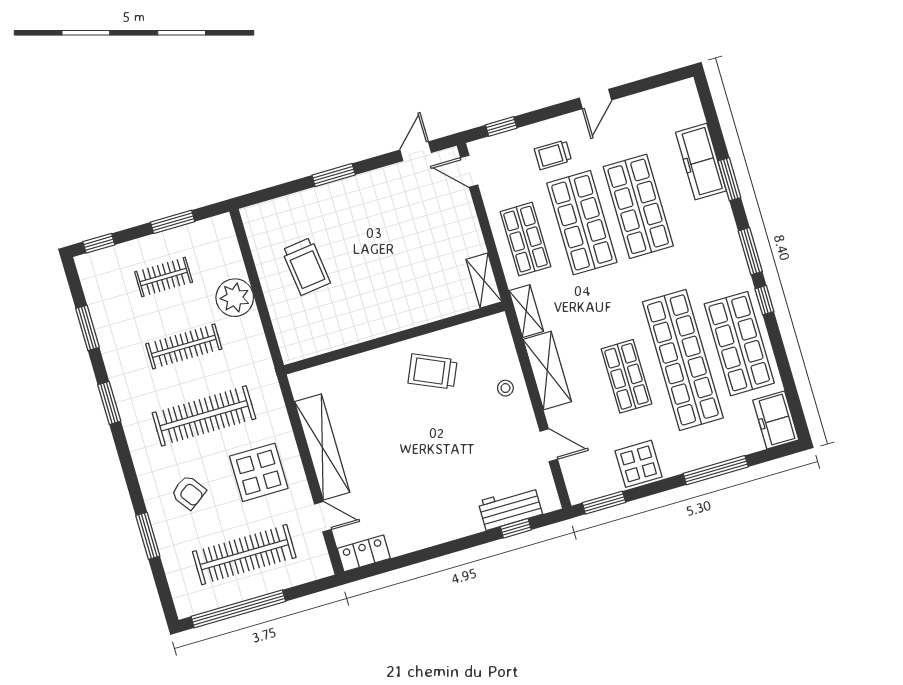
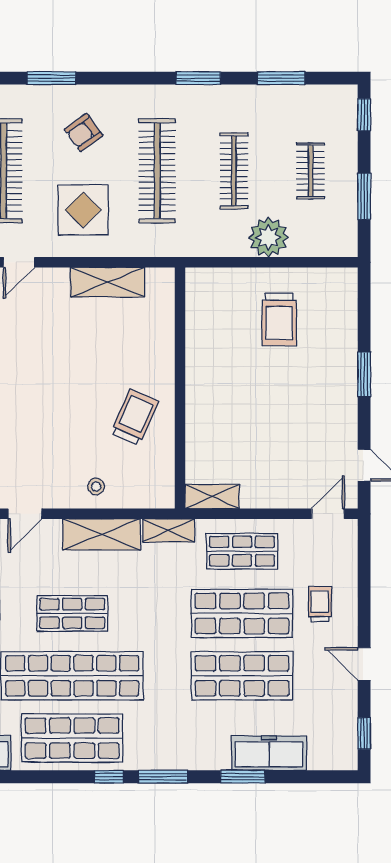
window: (501, 126) -> (364, 733), moved
trolley: (306, 266) -> (279, 319), turned -83
shelving: (322, 447) -> (108, 282), width x0.68

